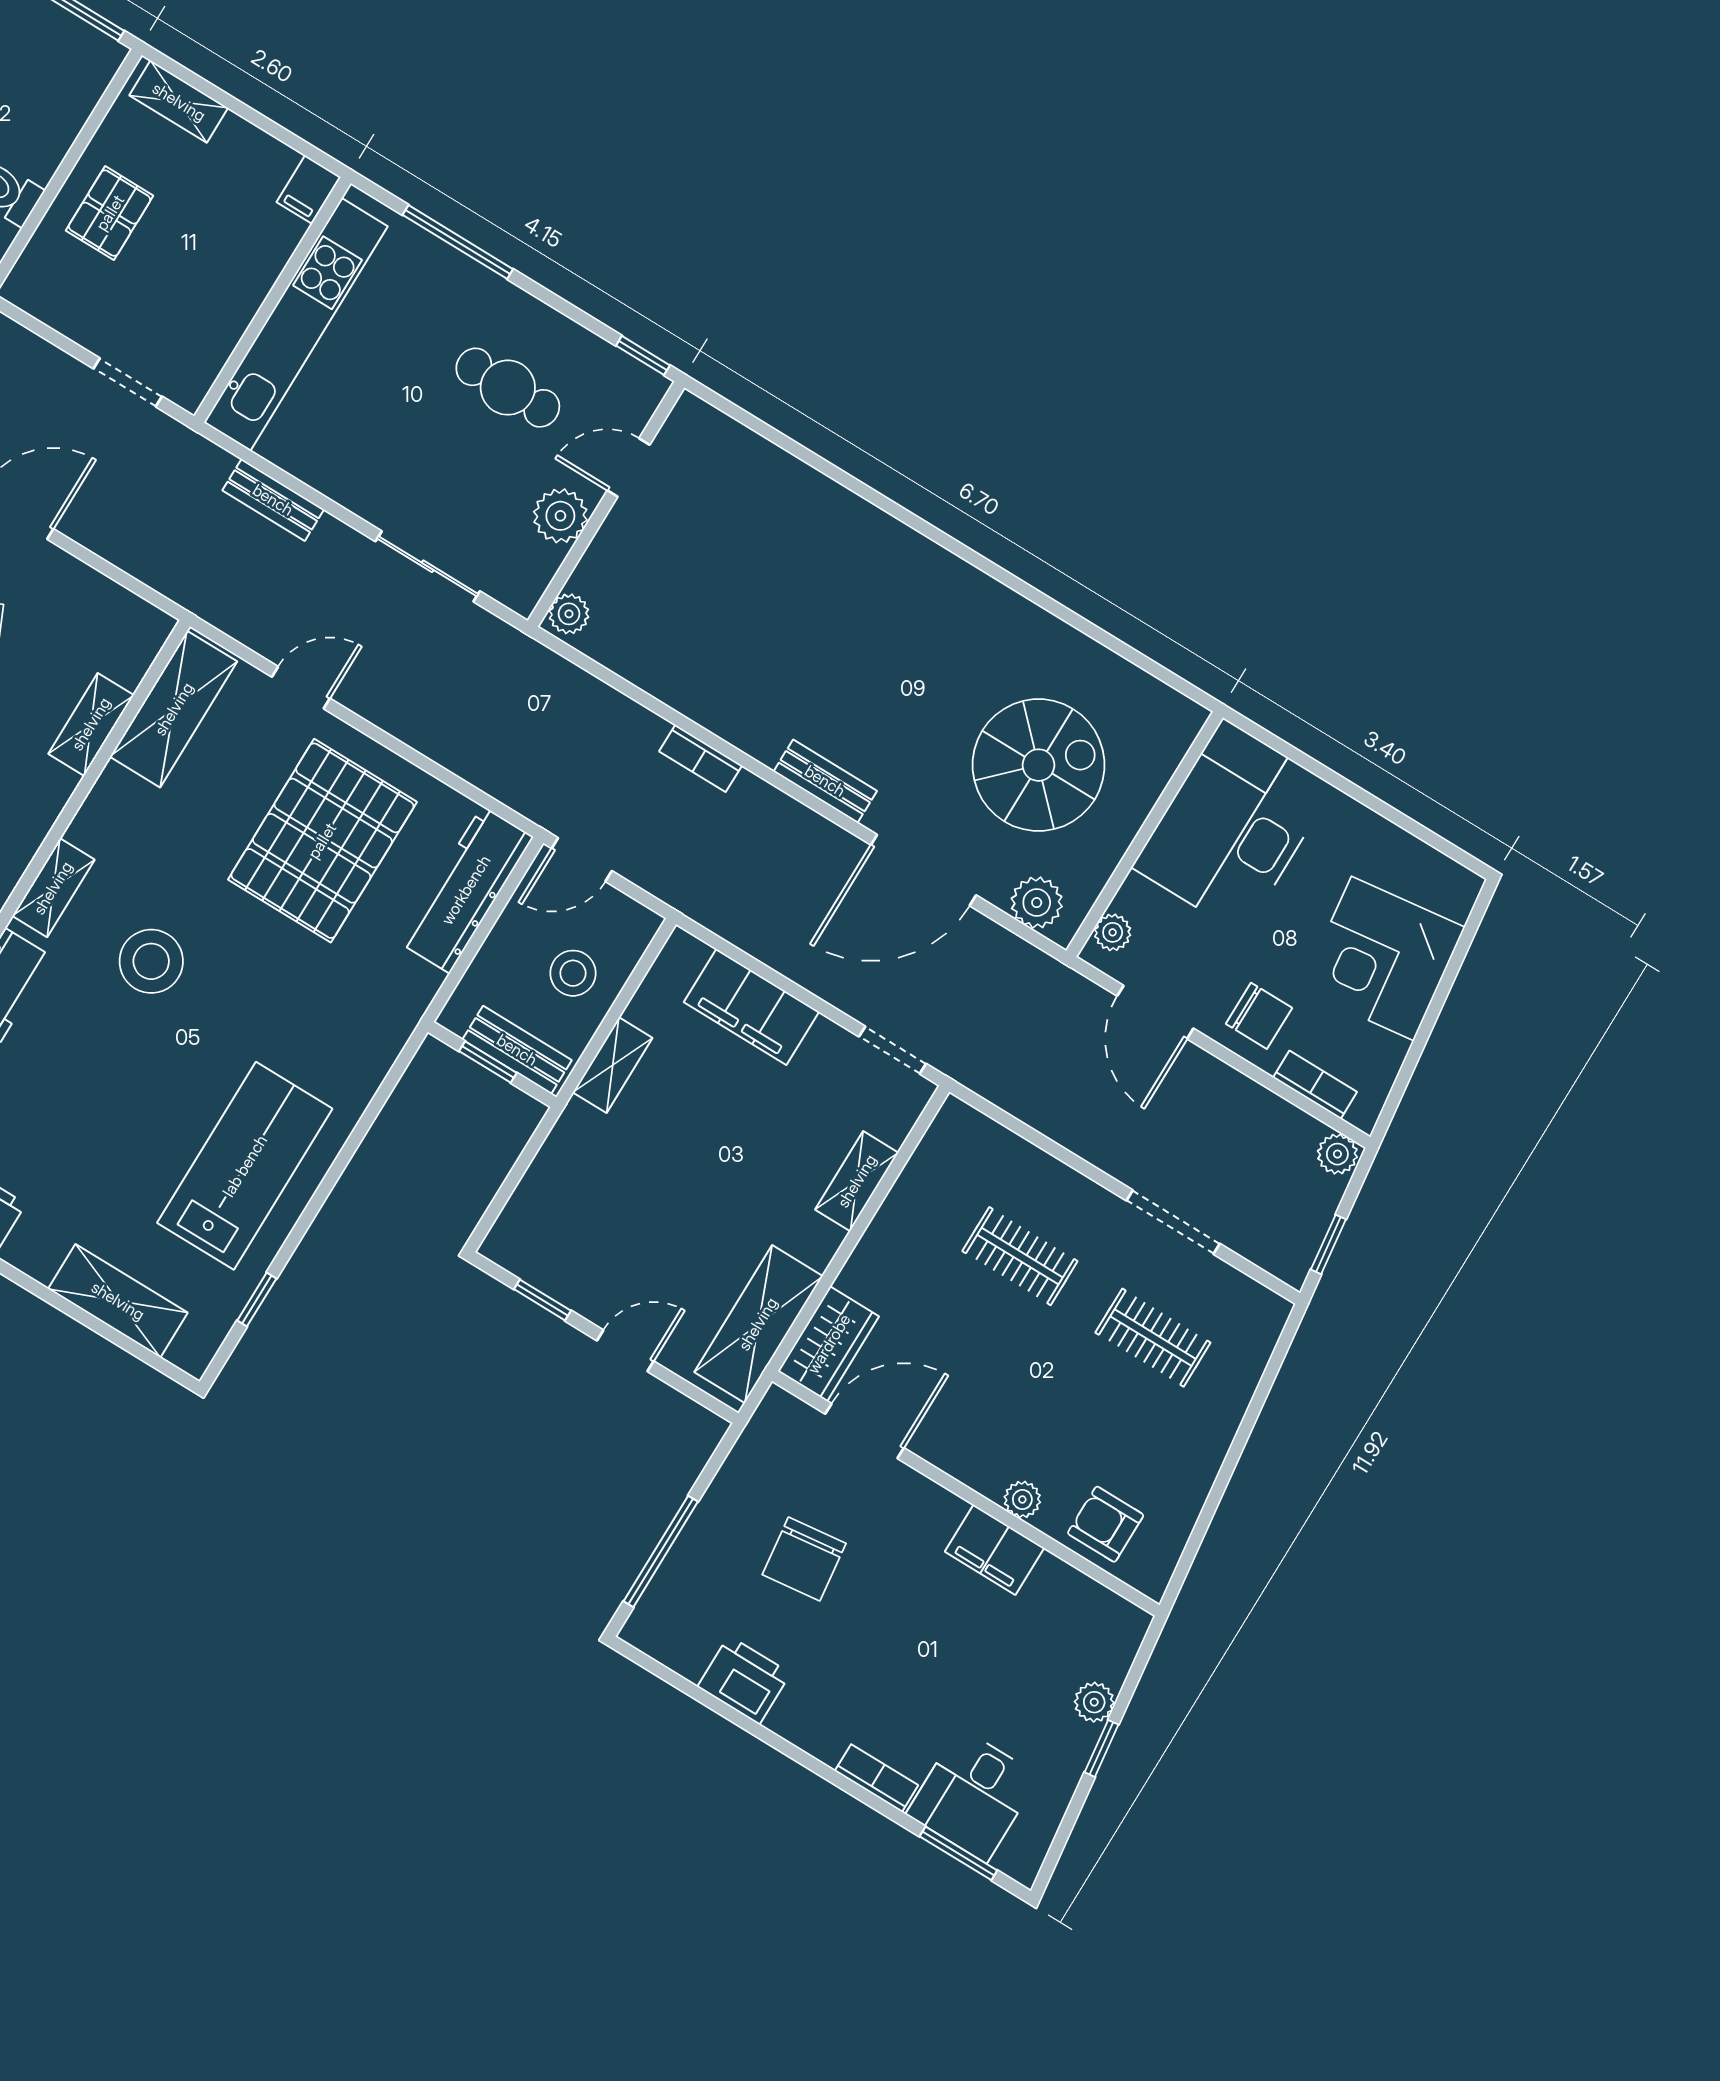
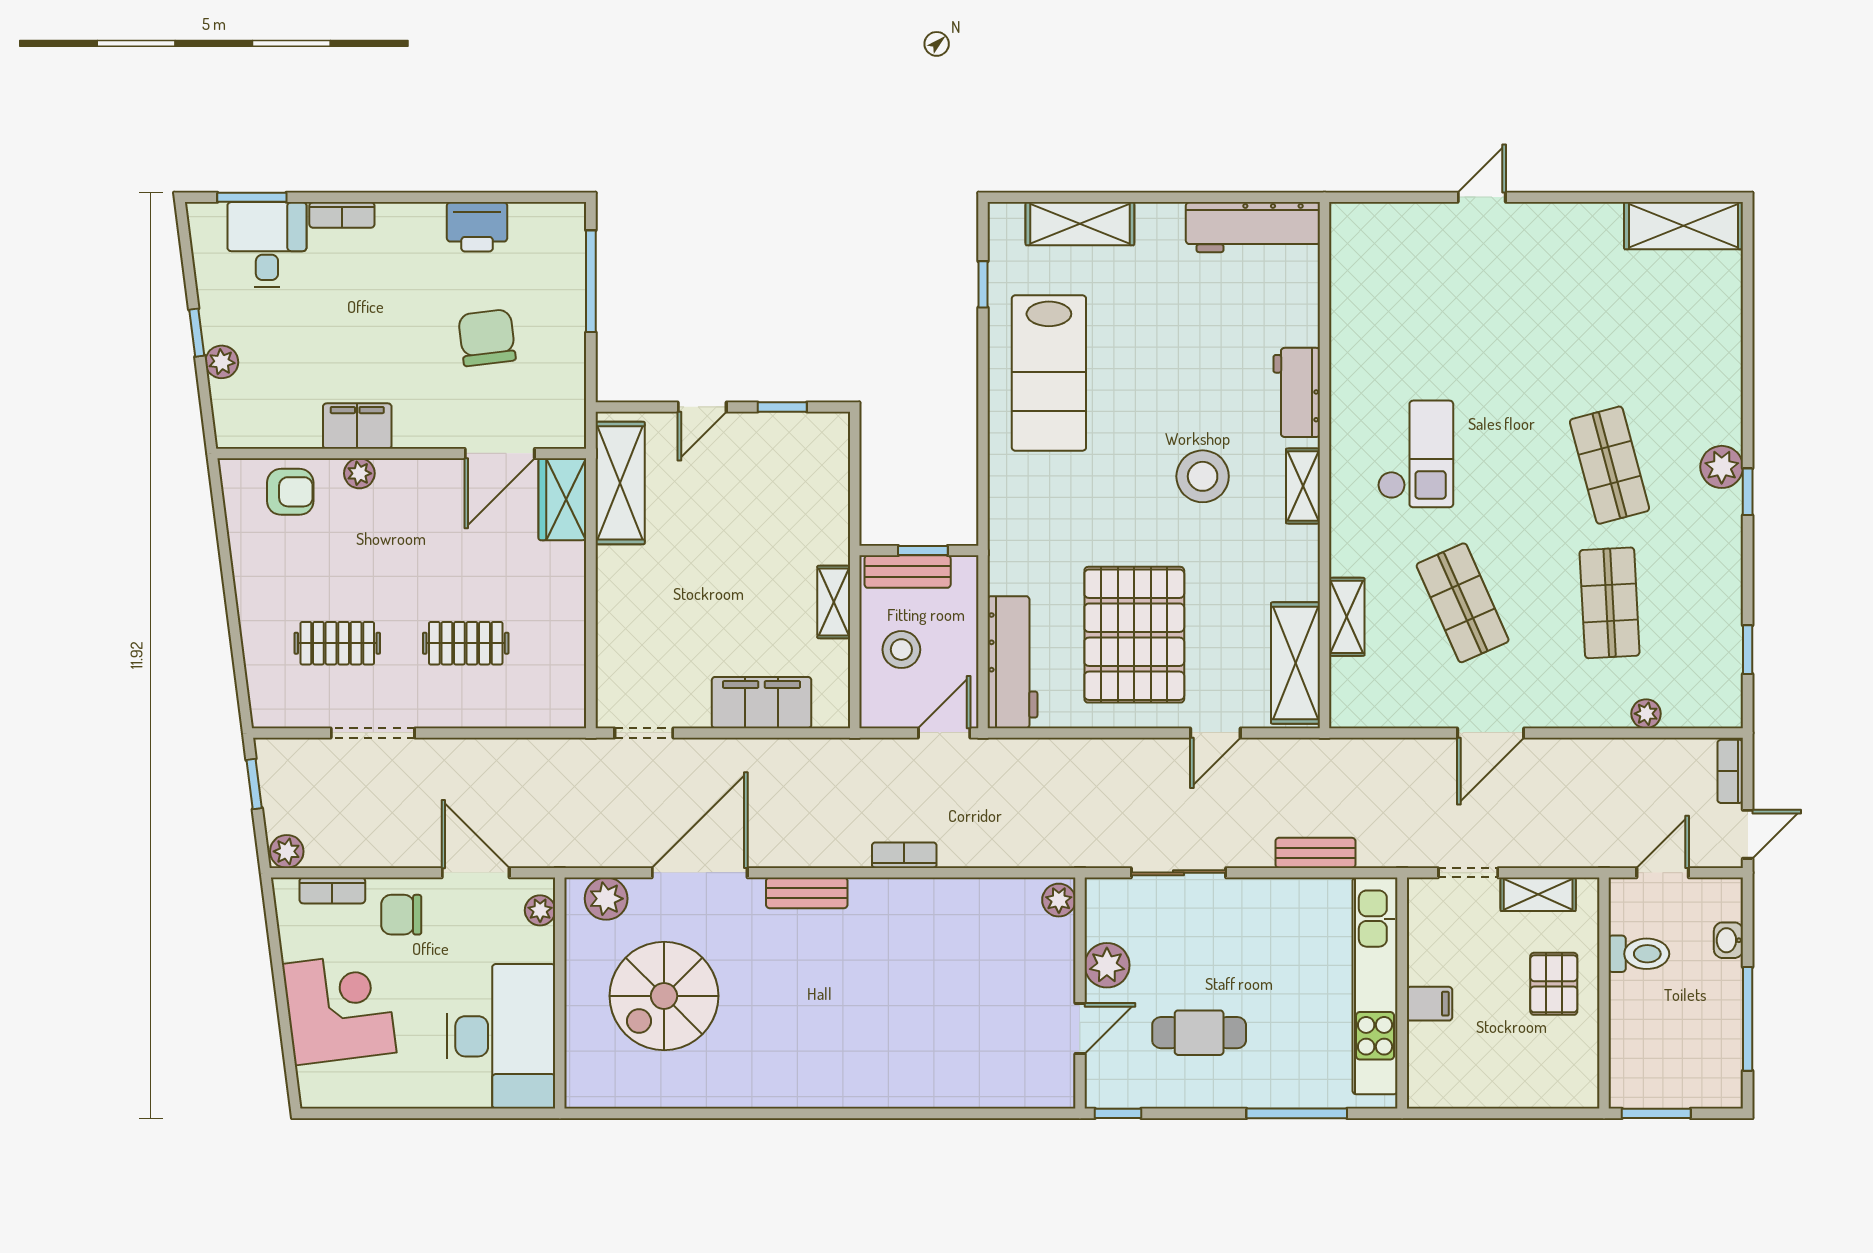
shelving: (179, 102) -> (1538, 894), moved
filing cabinet: (308, 189) -> (1429, 1004), moved, turned 90
shelving: (857, 1181) -> (613, 626), removed

